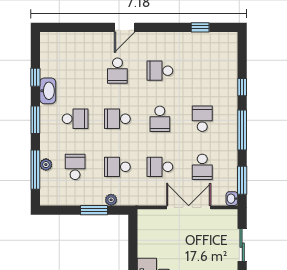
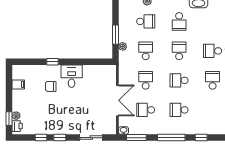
school desk: (202, 119) -> (179, 110), turned 180

